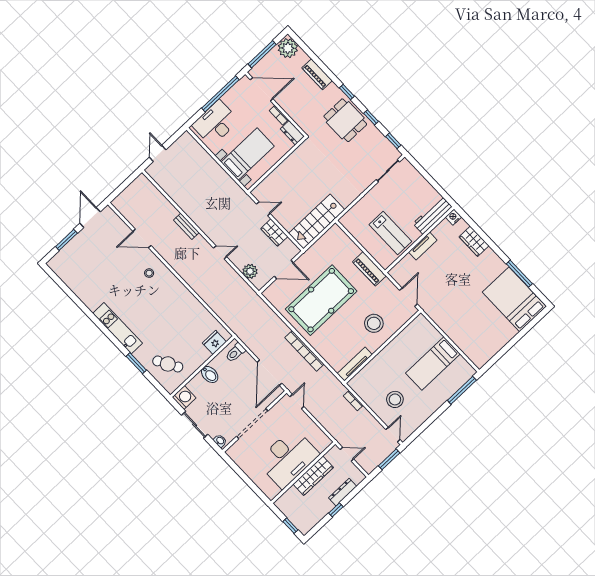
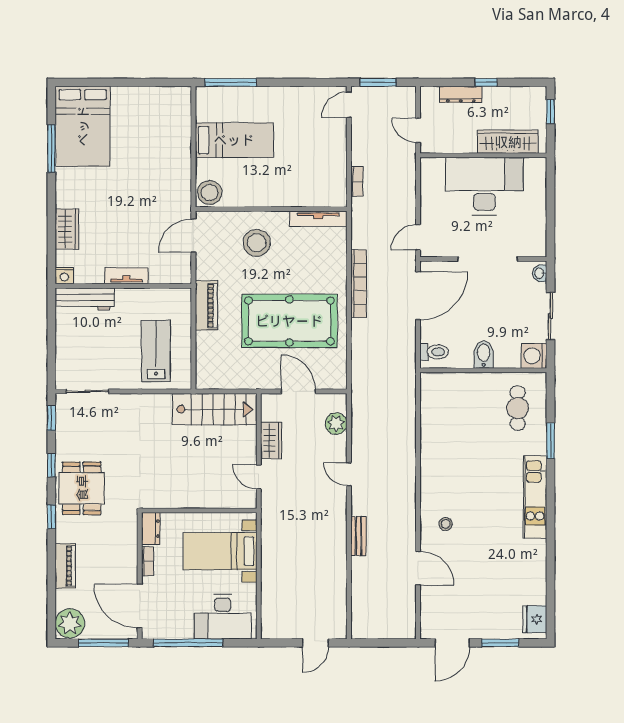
lab bench: (390, 233) -> (156, 351), moved
fridge: (214, 342) -> (535, 619), moved, turned 90
cafe table: (168, 364) -> (518, 408), turned 30
stool: (395, 399) -> (210, 192), moved
wardrobe: (313, 476) -> (508, 142), moved

